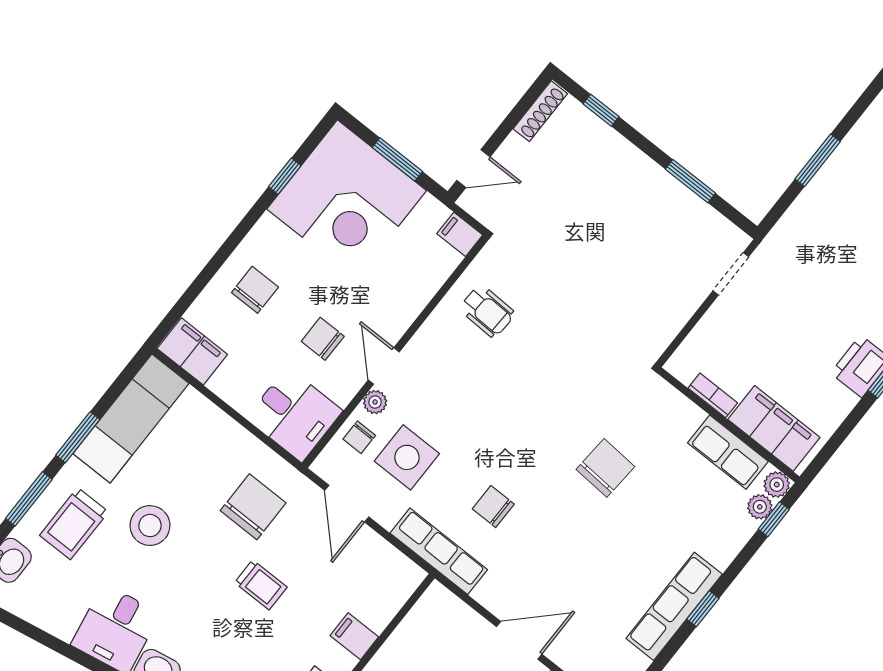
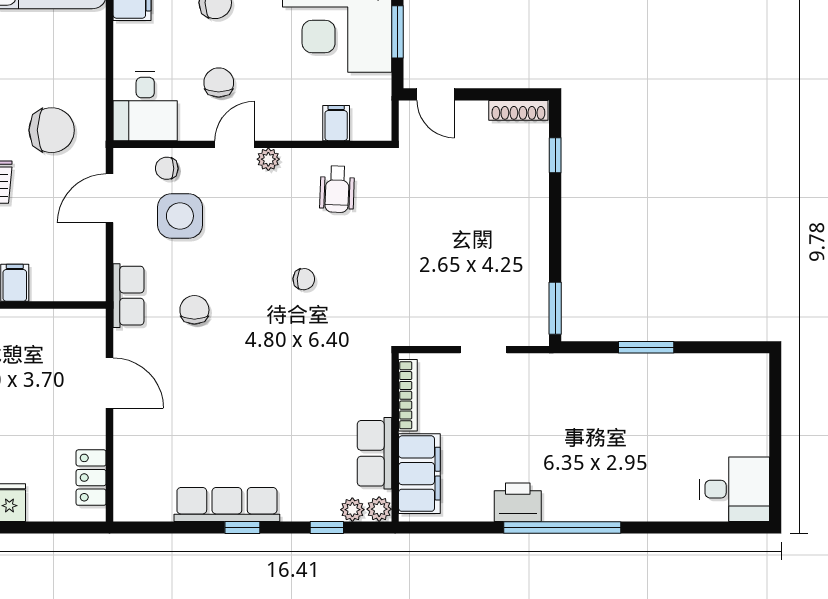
window: (690, 181) -> (555, 308), moved
filing cabinet: (460, 234) -> (336, 123), moved
doorway: (731, 274) -> (483, 350), moved
bookcase: (713, 395) -> (408, 395), width x1.56
plant: (375, 402) -> (268, 159), moved
chair: (605, 468) -> (304, 279), moved, width x0.54, depth x0.54
window: (774, 519) -> (327, 527), moved
row of seats: (439, 551) -> (128, 296), width x0.68
door: (519, 640) -> (110, 383), moved

